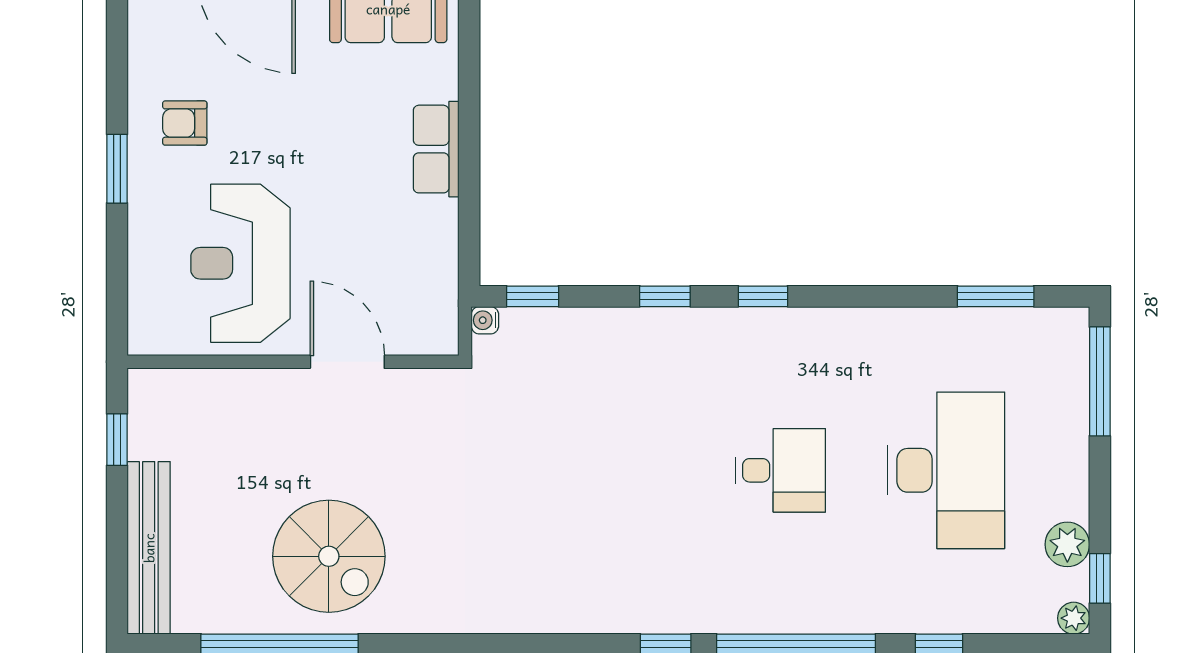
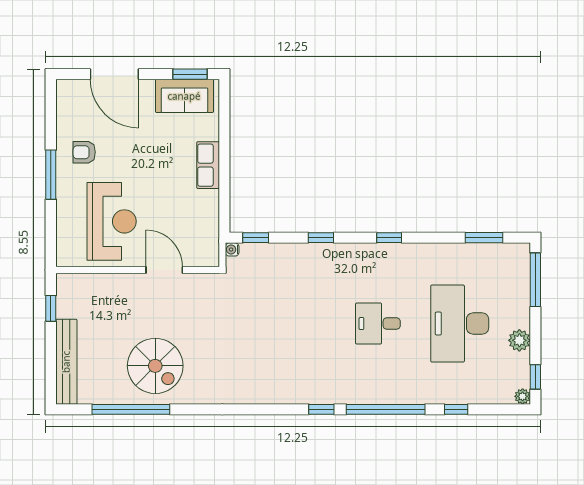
window: (117, 169) -> (51, 175), width x1.44
reception desk: (240, 263) -> (112, 221), turned 180
window: (763, 296) -> (389, 238), moved
desk: (780, 470) -> (378, 324), turned 180
desk: (946, 470) -> (460, 324), turned 180
plant: (1067, 544) -> (519, 340), moved

